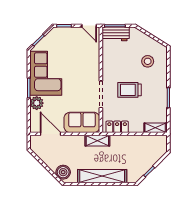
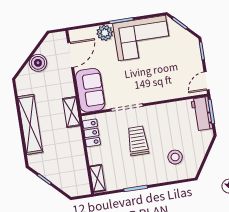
boiler: (63, 172) -> (38, 63), moved

